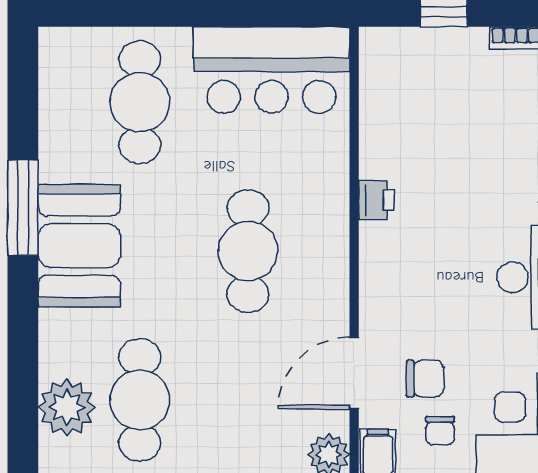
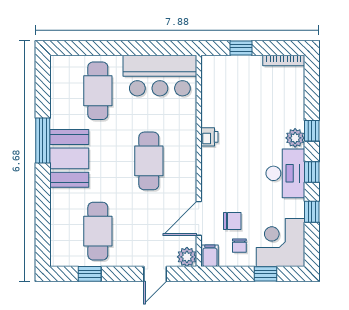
plant: (67, 407) -> (63, 235), removed

